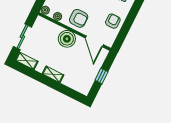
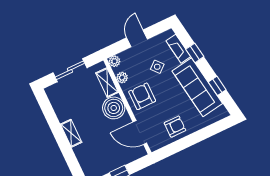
armchair: (79, 18) -> (142, 96), turned 180
door: (94, 41) -> (140, 133), hinge flipped
shelving: (27, 61) -> (107, 83), moved

